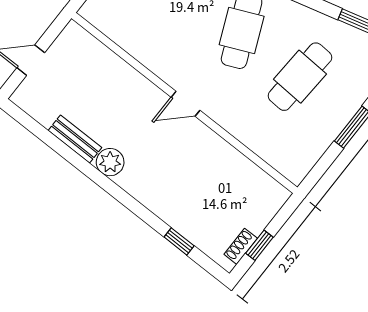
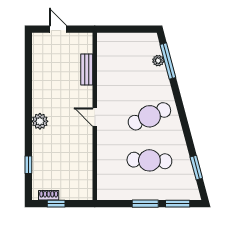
bench: (75, 139) -> (87, 70), moved
plant: (110, 162) -> (40, 121), moved

